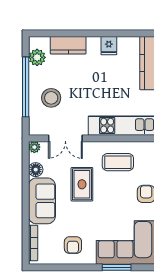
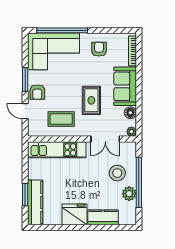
fridge: (109, 46) -> (75, 214), width x1.88, depth x1.34
plant: (37, 57) -> (129, 194), moved
double door: (65, 138) -> (105, 139), swing flipped
window: (117, 267) -> (62, 30), width x2.11

